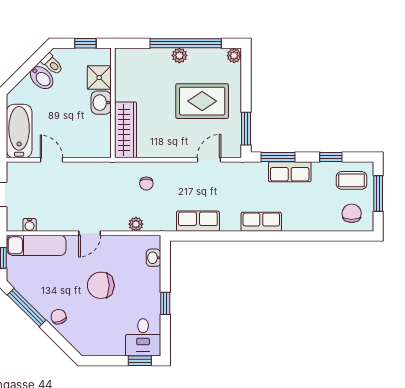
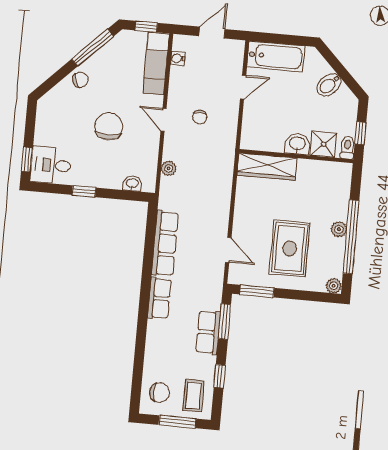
toilet: (52, 64) -> (347, 148), moved, turned 135
chair: (146, 184) -> (200, 117), moved, turned -90
row of seats: (198, 221) -> (165, 243), width x1.48

